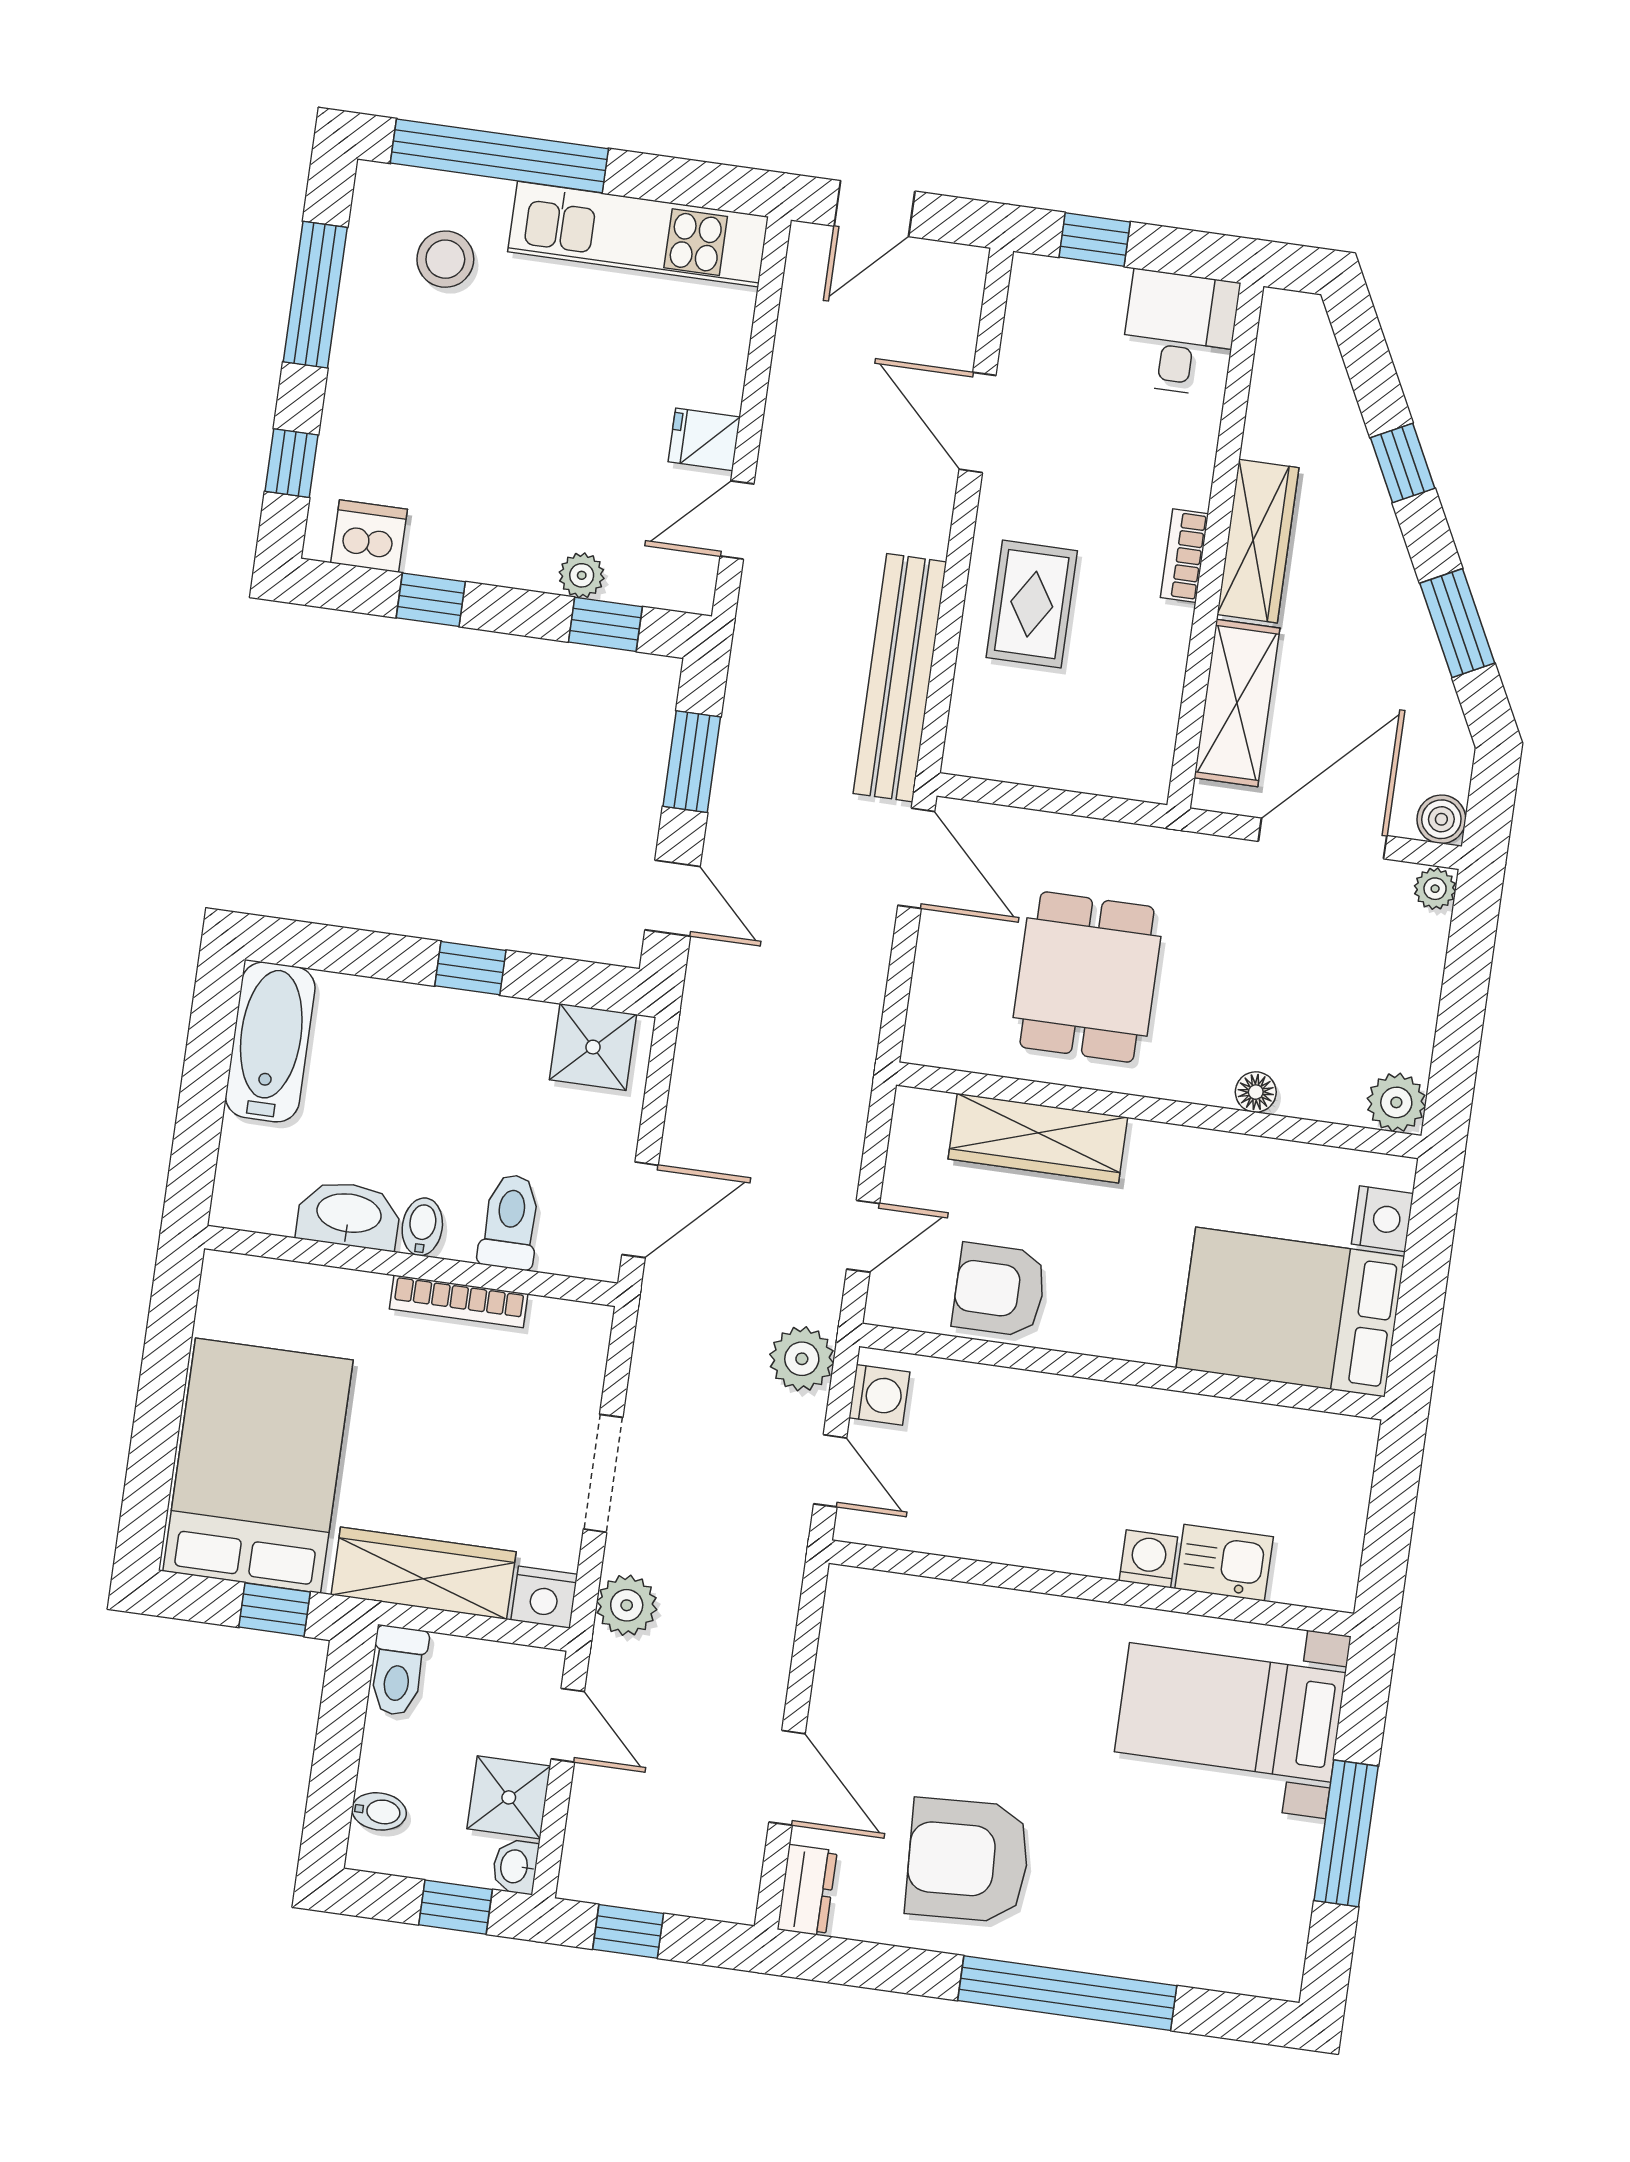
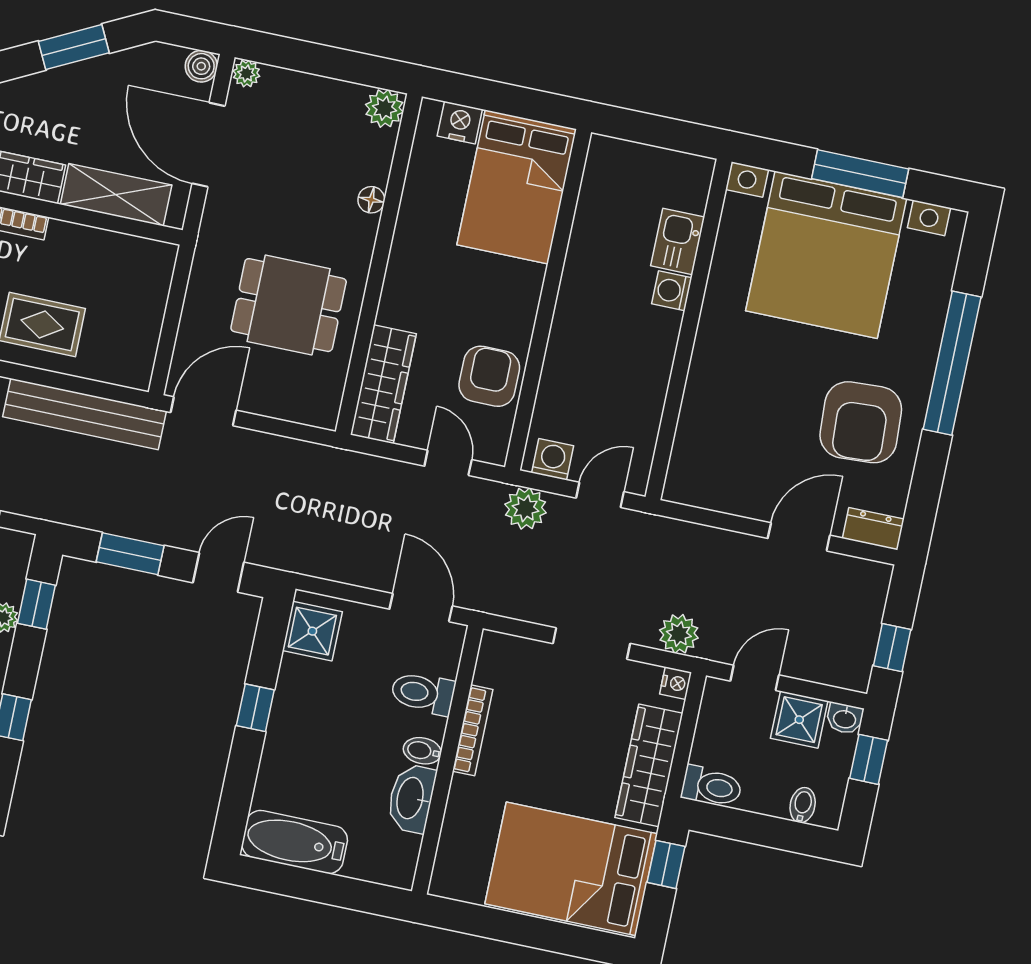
wardrobe: (1038, 1138) -> (383, 384), moved
armchair: (999, 1290) -> (489, 376), turned 180
nightstand: (544, 1597) -> (676, 683), width x0.72, depth x0.74
bed with nightstands: (1230, 1712) -> (826, 255), width x1.85

